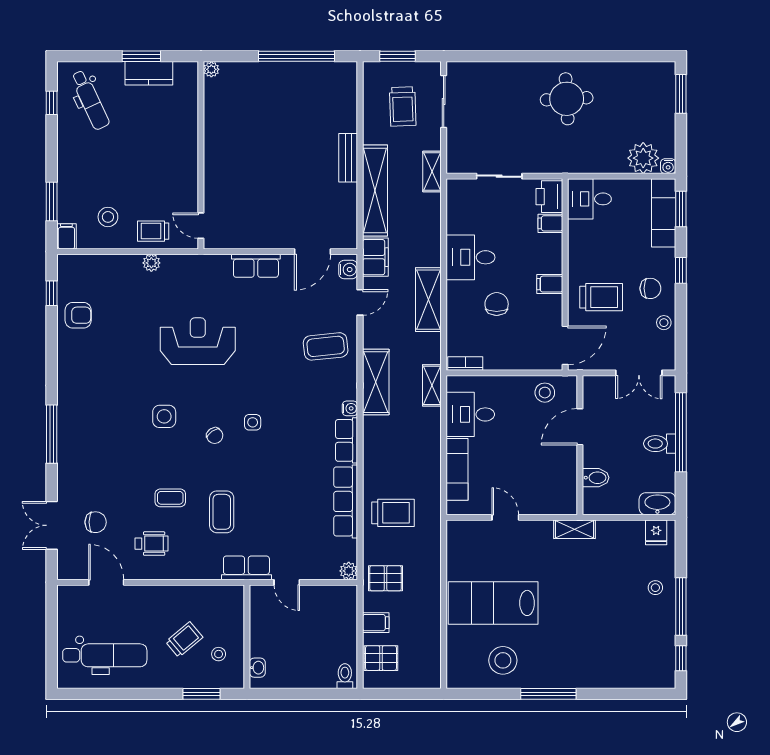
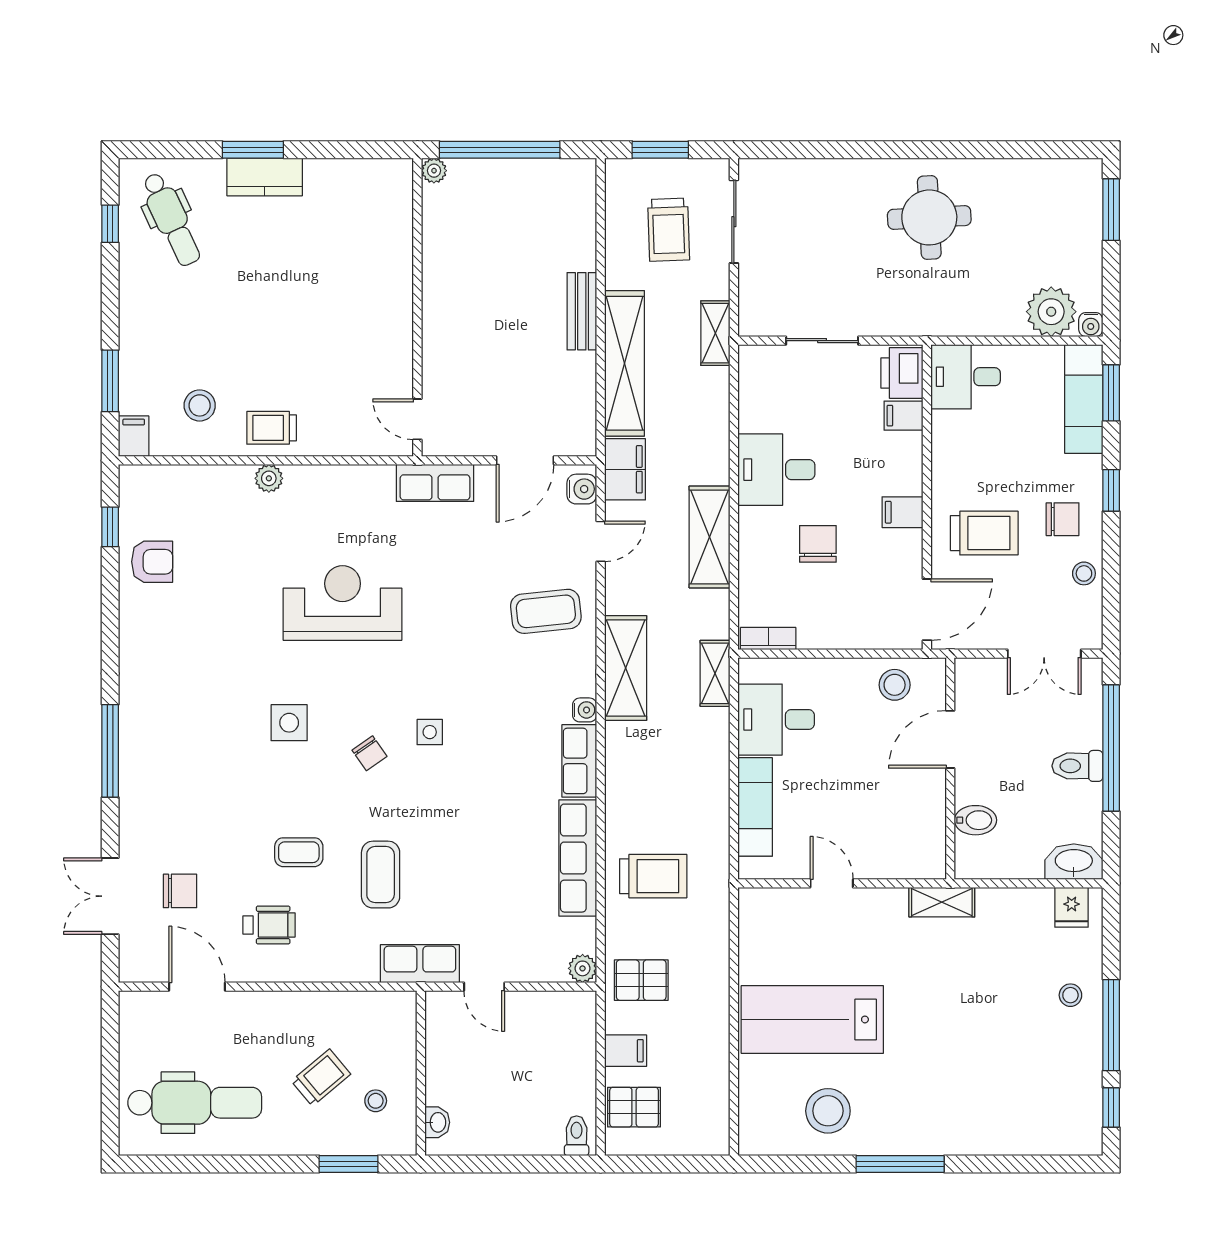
plant: (211, 69) -> (434, 171), moved
wall: (201, 155) -> (417, 307), moved
door: (201, 226) -> (417, 419), moved

